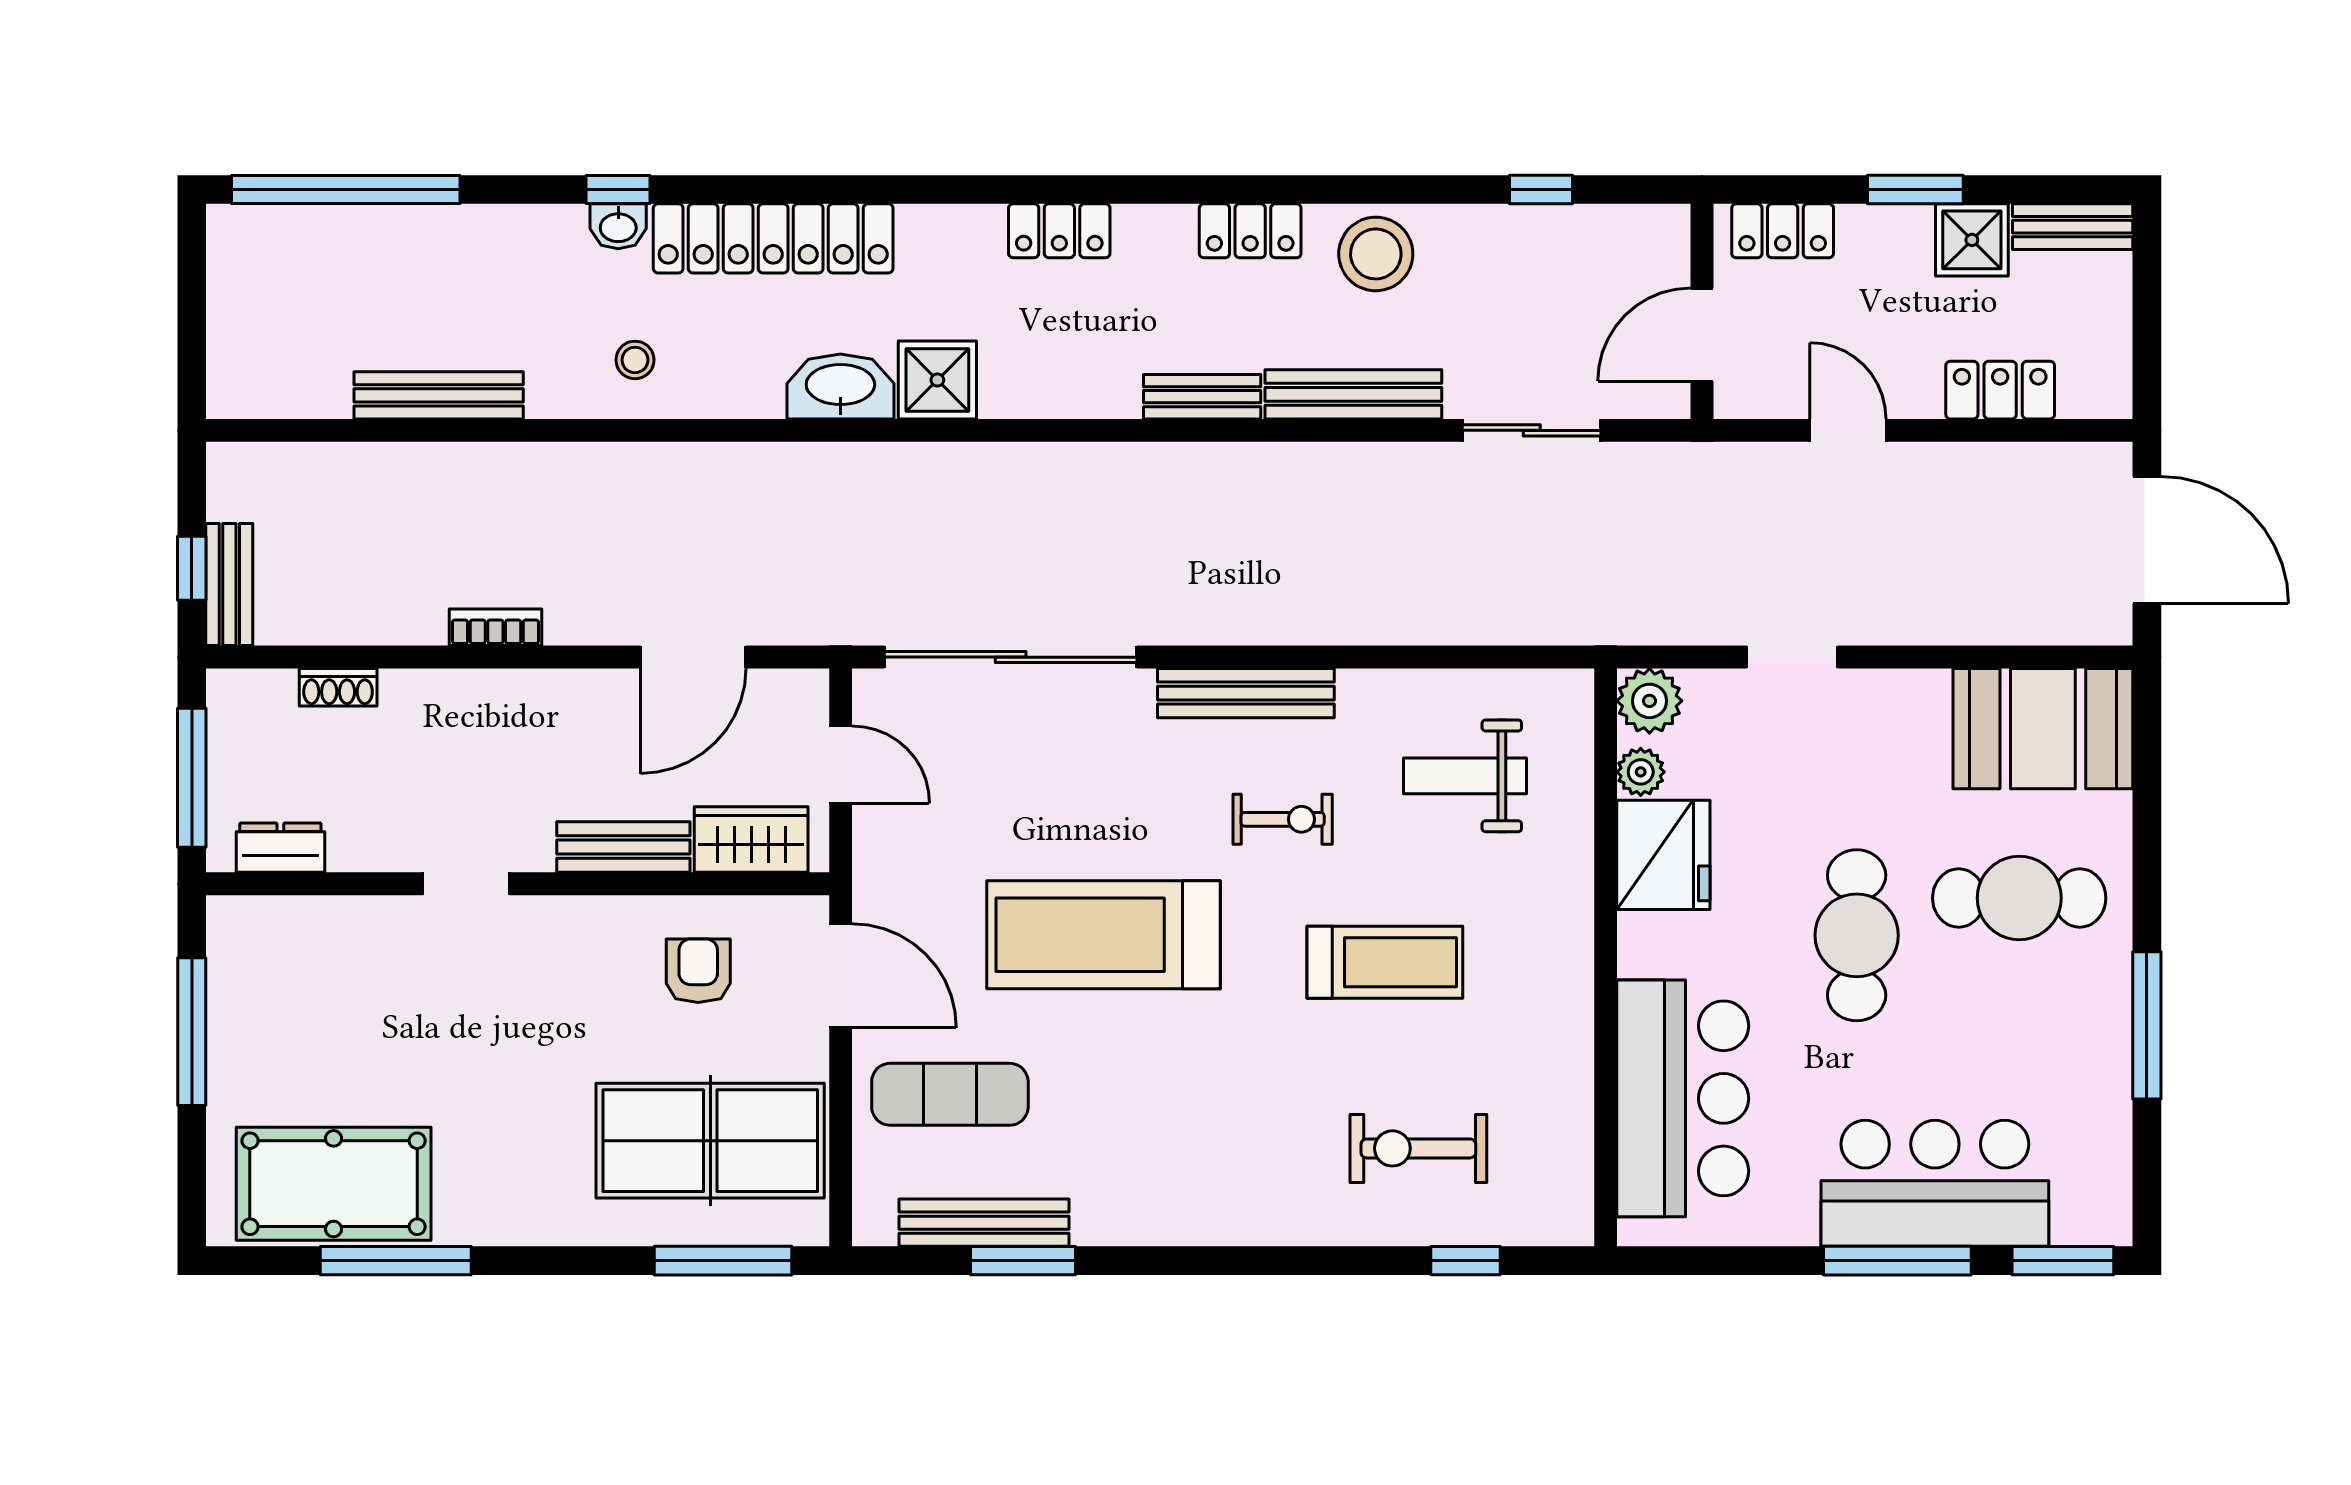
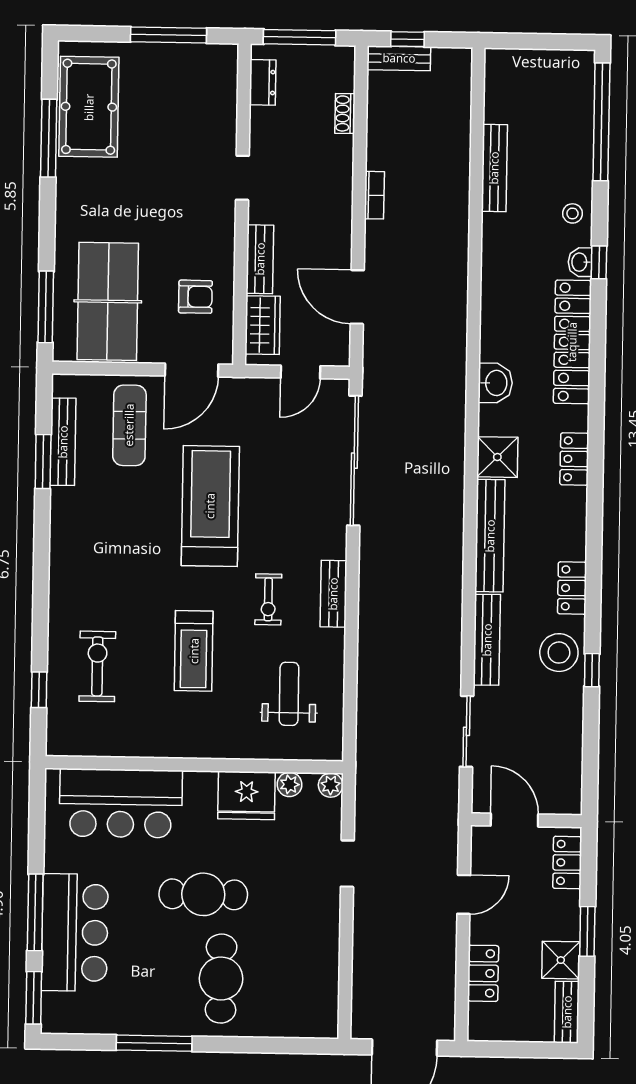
window: (1541, 190) -> (592, 670), moved
locker: (1059, 231) -> (574, 459), moved
stool: (635, 360) -> (572, 213), moved
shower: (937, 380) -> (497, 457), moved
washbasin: (840, 386) -> (495, 383), width x0.72
bench: (1202, 397) -> (490, 536), width x1.86, depth x1.21
bench: (1246, 693) -> (333, 594), width x0.73
plant: (1649, 701) -> (331, 785), width x0.73, depth x0.73
booth: (2043, 729) -> (308, 992), removed

